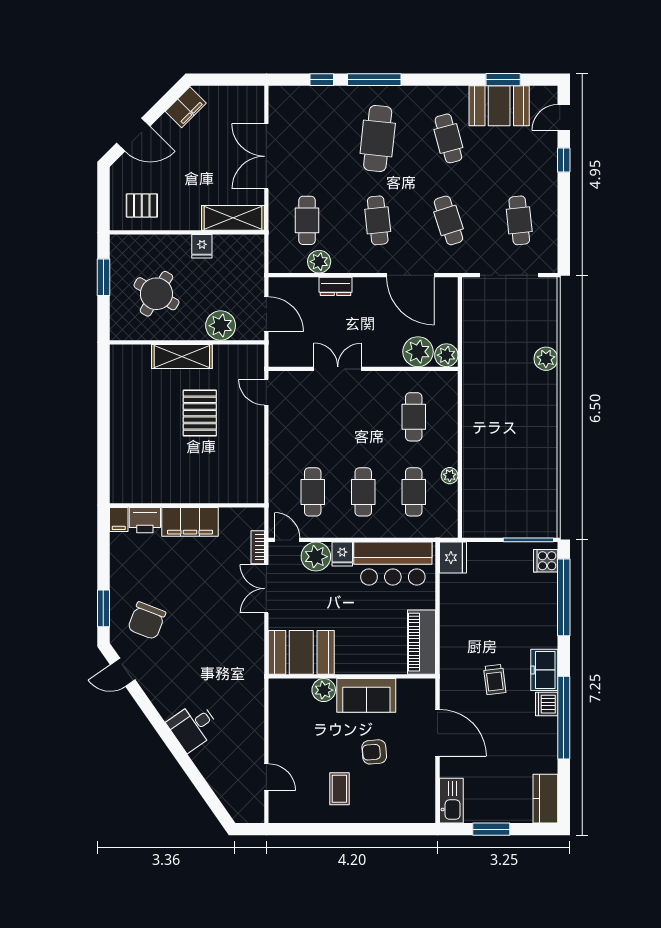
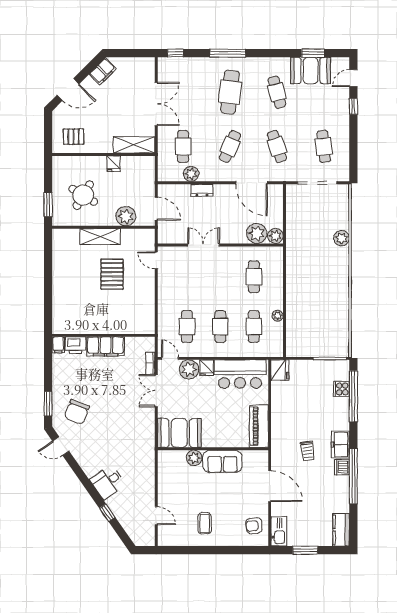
window: (322, 80) -> (175, 53), moved
double door: (266, 156) -> (156, 104), swing flipped
cafe table: (378, 220) -> (230, 146), turned 30
window: (103, 277) -> (48, 204), moved
cooker: (546, 561) -> (341, 389), moved
armchair: (374, 752) -> (254, 526), moved
window: (193, 773) -> (107, 513), added

